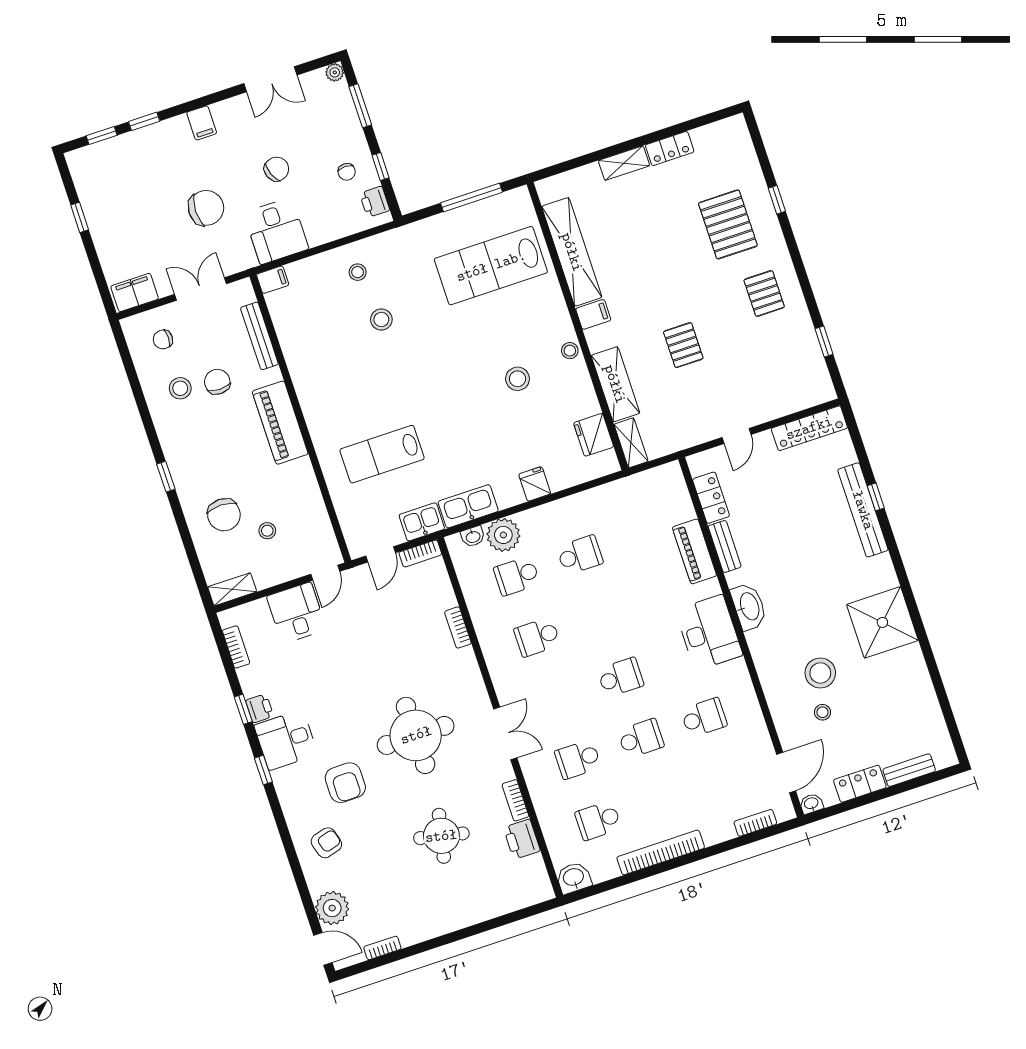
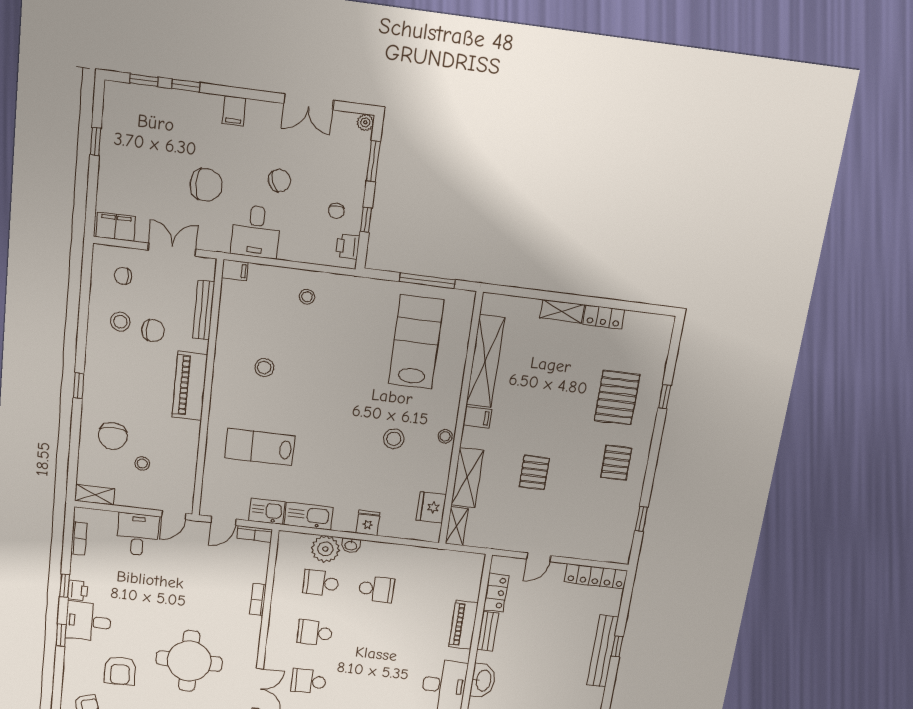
lab bench: (491, 266) -> (416, 342), turned 90
stool: (381, 319) -> (264, 368), moved
chair: (217, 382) -> (153, 331), turned 90
washbasin: (473, 537) -> (351, 545), moved
school desk: (620, 677) -> (309, 681), moved, turned 180

